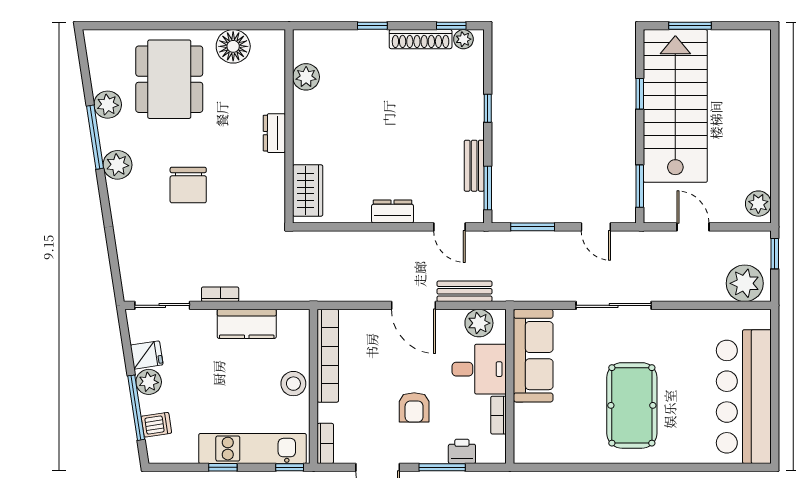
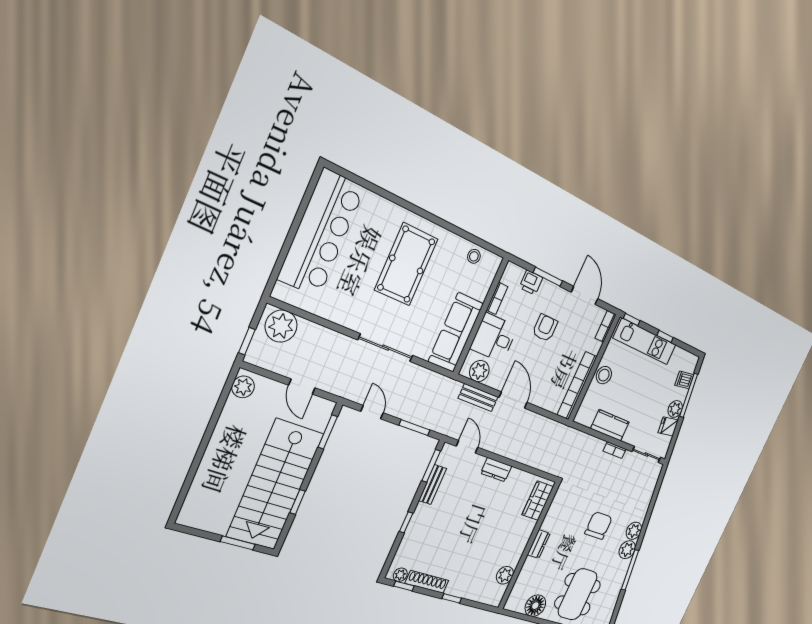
plant: (108, 105) -> (634, 531), moved
stool: (553, 449) -> (474, 256), added

